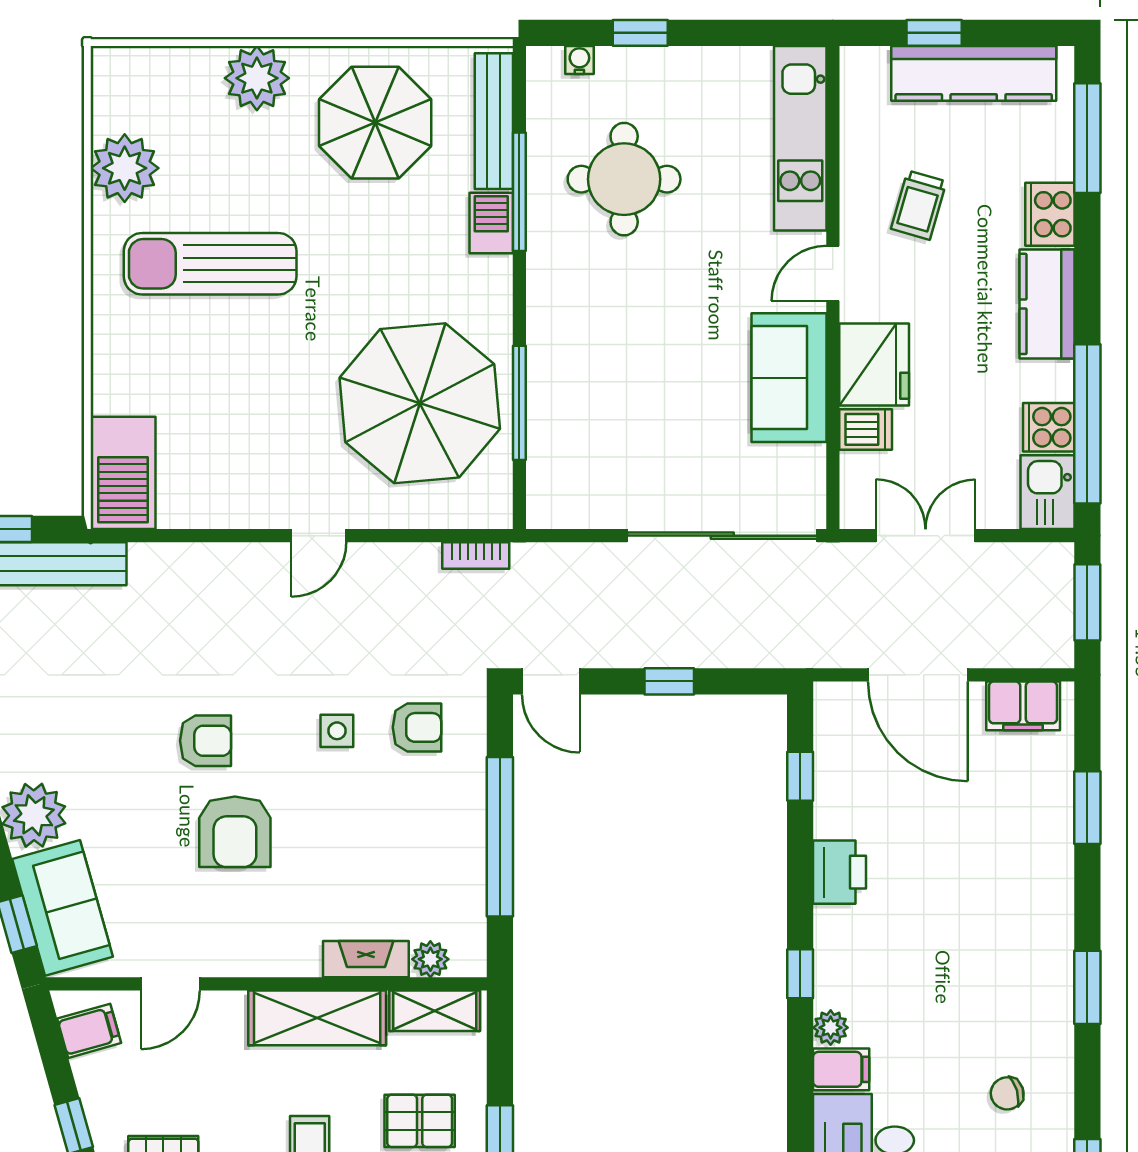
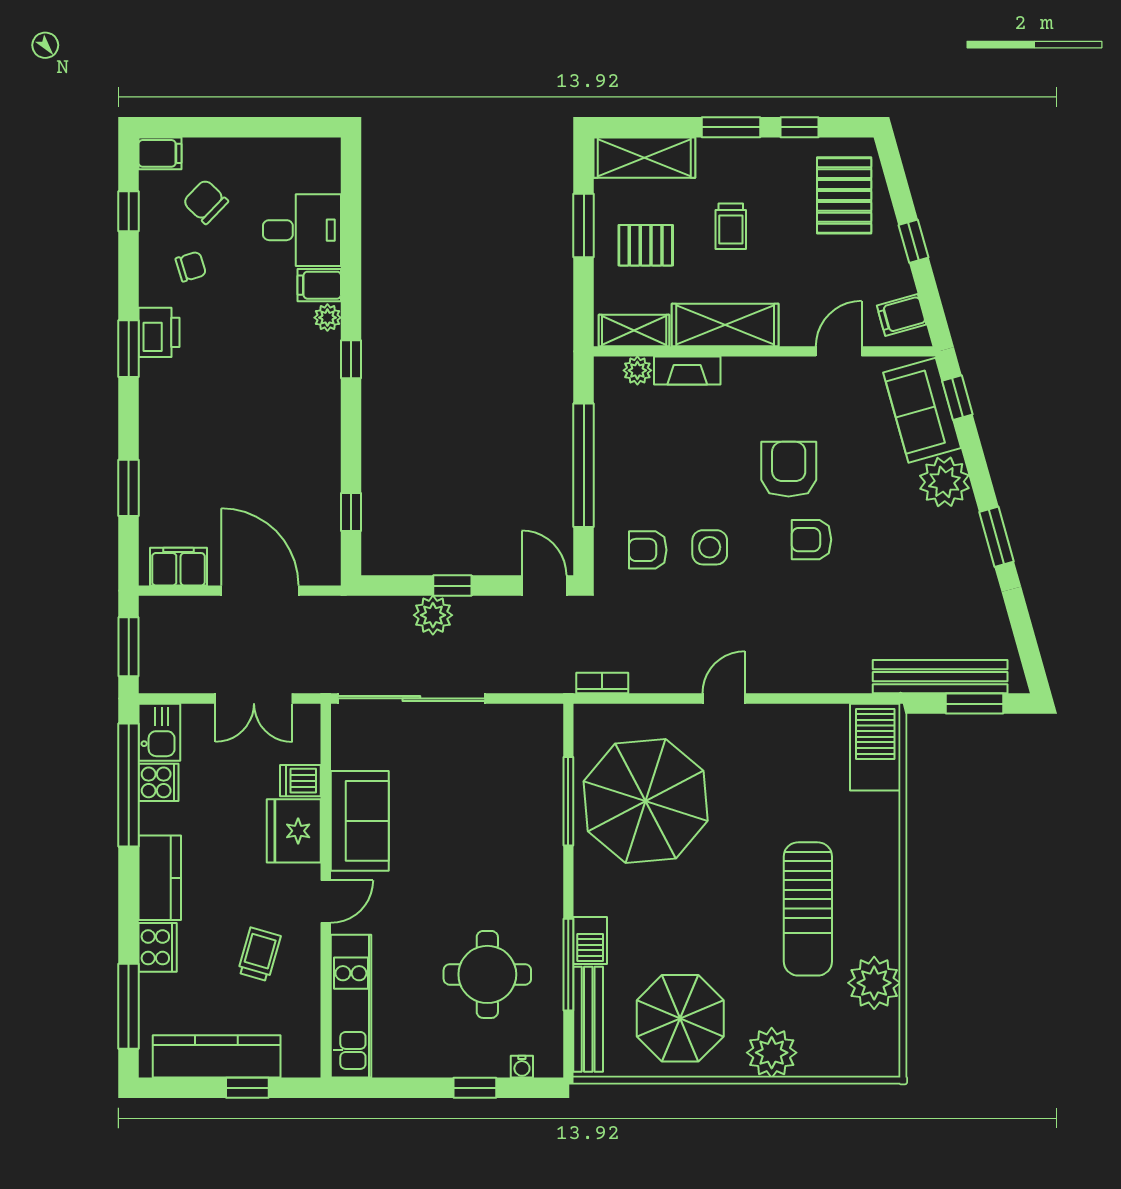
sun lounger: (210, 264) -> (808, 909), turned 90
plant: (694, 643) -> (433, 615), added
side table: (337, 731) -> (710, 547), width x1.37, depth x1.37
printer: (840, 872) -> (159, 332), moved, turned 180

